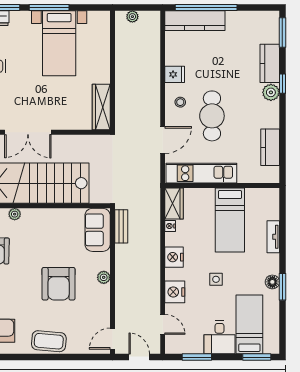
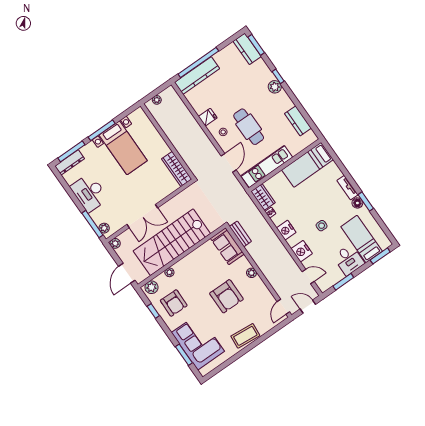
kitchen counter: (270, 63) -> (247, 49), moved
bed: (230, 220) -> (308, 165), moved, turned 90
tv unit: (273, 237) -> (347, 188), moved

